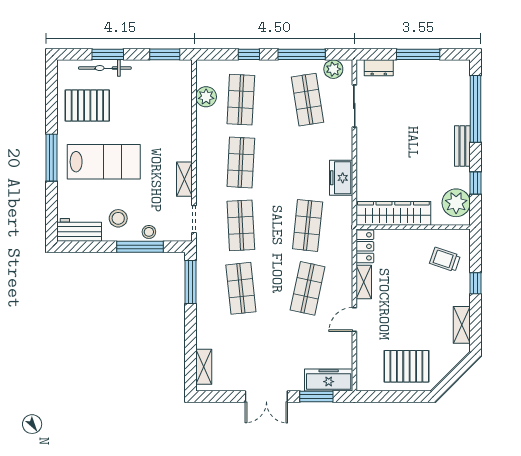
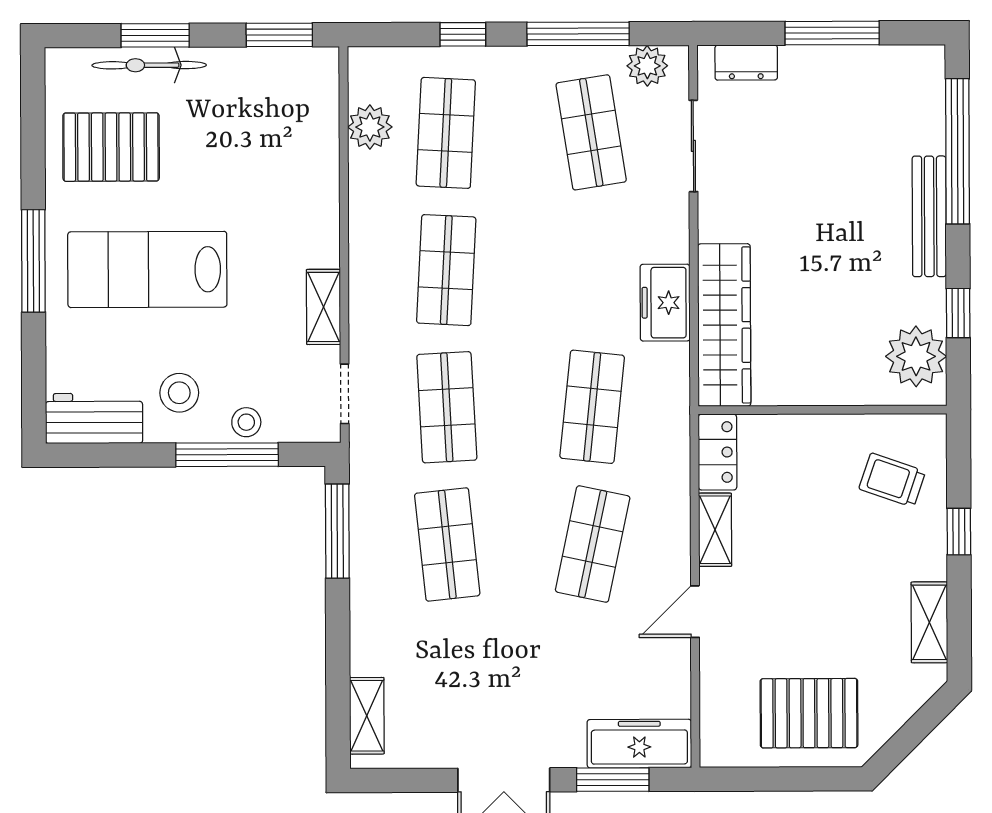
bench: (462, 146) -> (929, 216), width x1.36
lab bench: (104, 162) -> (147, 269), turned 180
wardrobe: (393, 213) -> (724, 325), moved, turned 90

